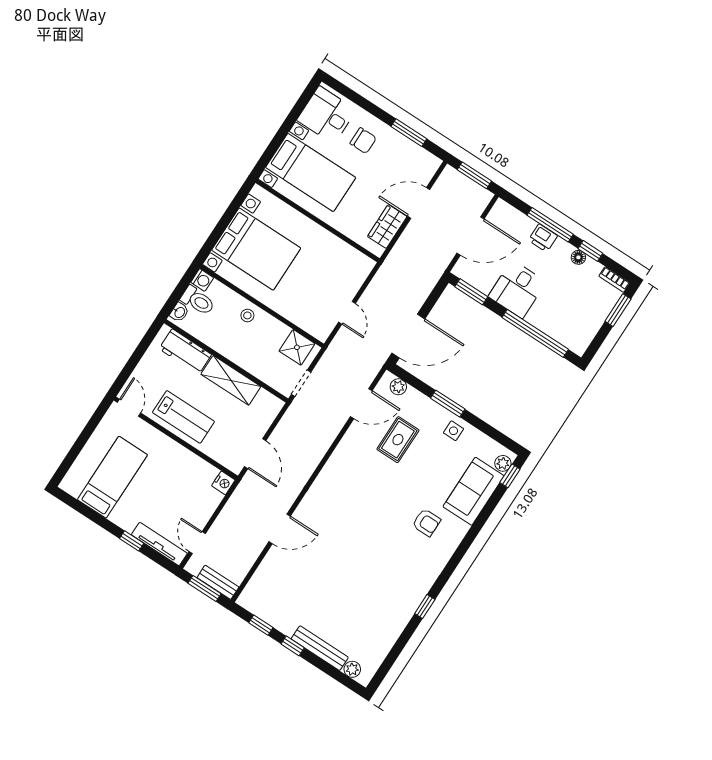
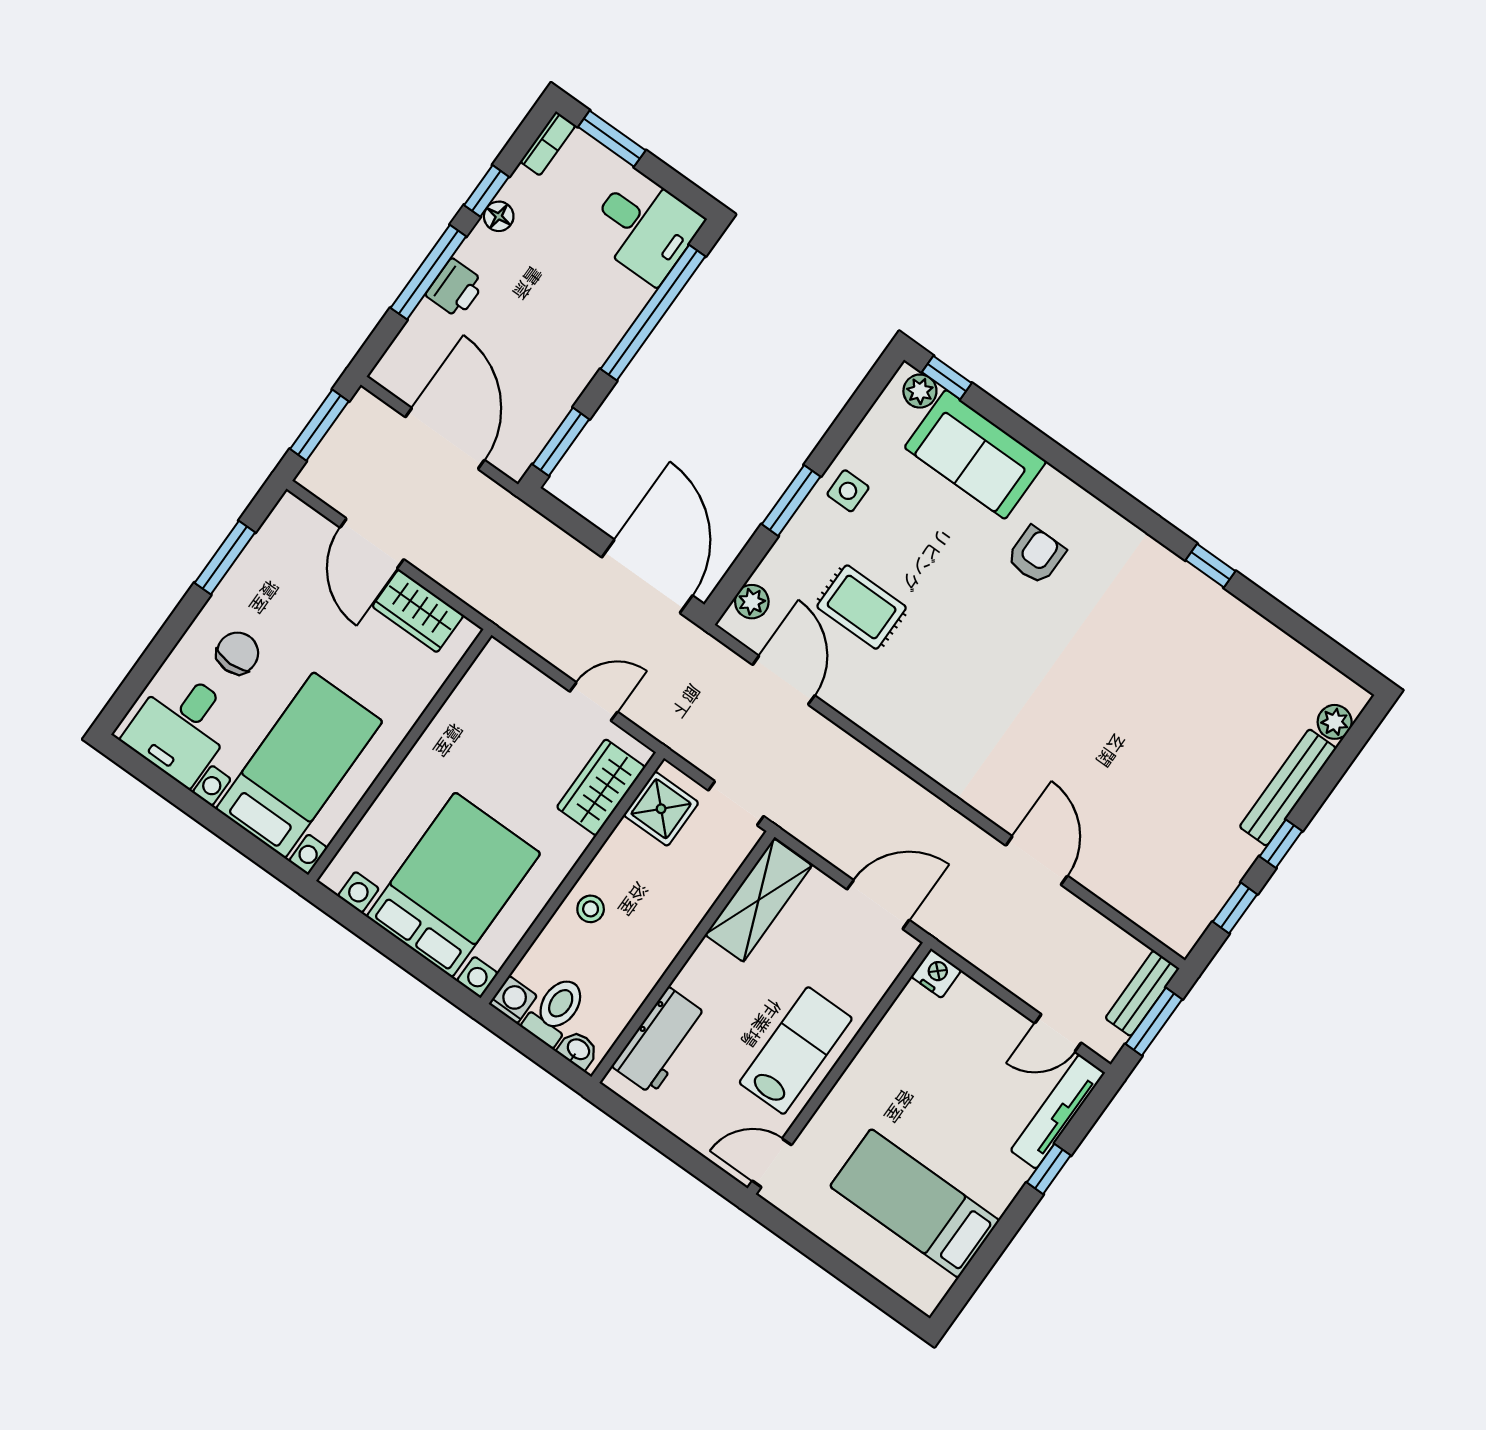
desk: (517, 289) -> (645, 227), moved
wardrobe: (306, 318) -> (601, 787), added
shelving: (231, 380) -> (759, 900), moved

